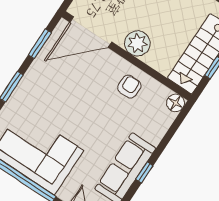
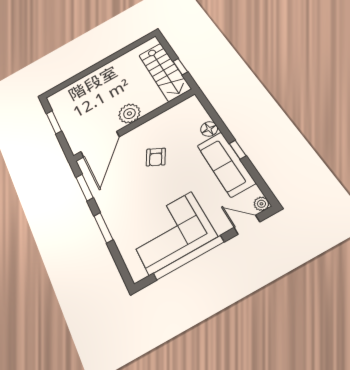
armchair: (129, 87) -> (156, 157), moved, turned -151
floor lamp: (176, 103) -> (209, 129), moved

